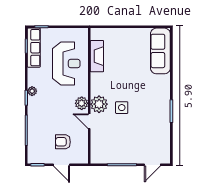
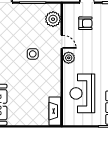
fireplace: (97, 56) -> (55, 111), moved
plant: (99, 104) -> (53, 19), moved

